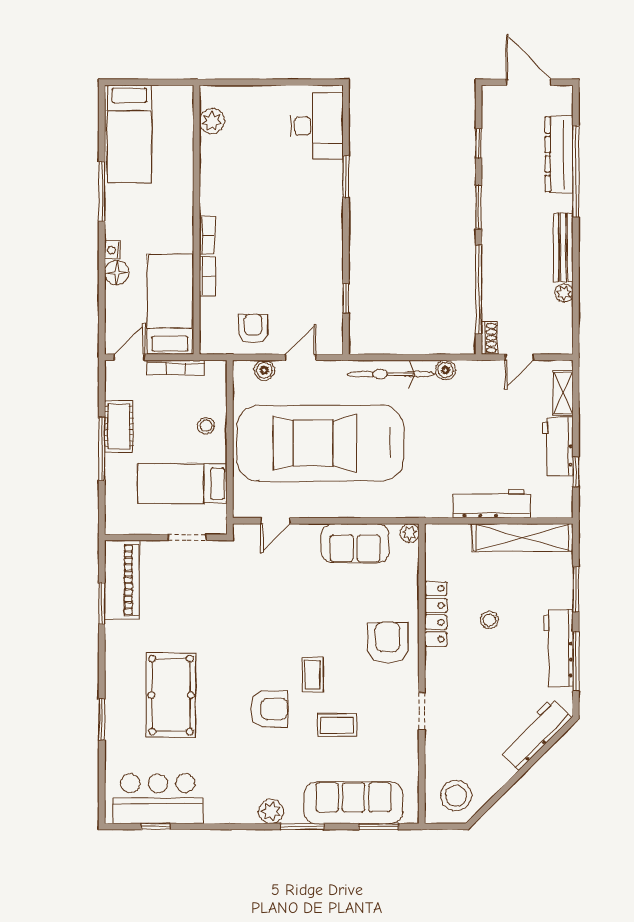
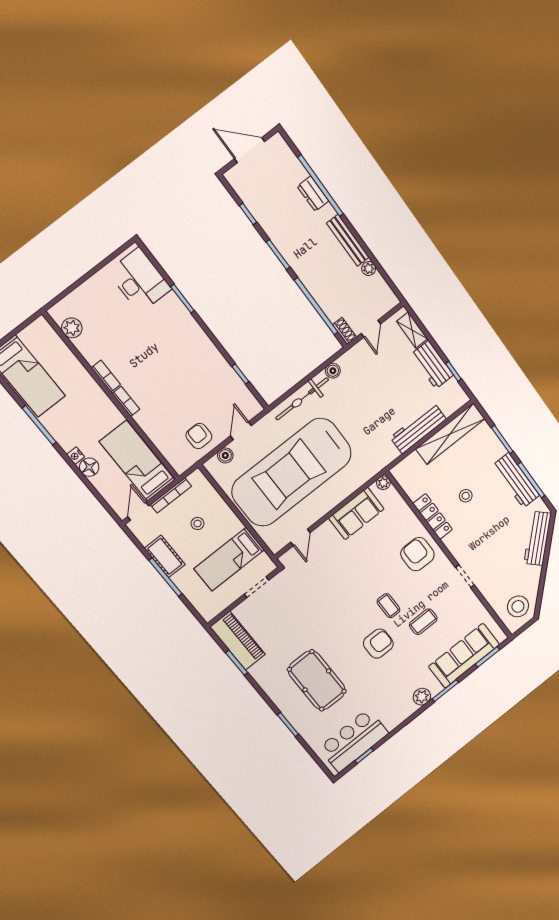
dresser: (559, 154) -> (313, 194), width x0.51, depth x0.80
bookcase: (207, 276) -> (106, 376), moved
stool: (206, 426) -> (198, 524), moved

